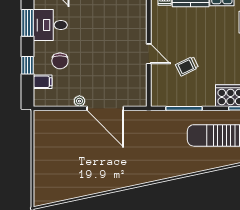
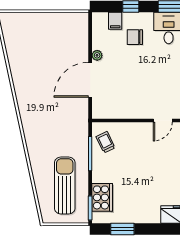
door: (149, 54) -> (163, 121), moved
trolley: (187, 66) -> (106, 142), moved

